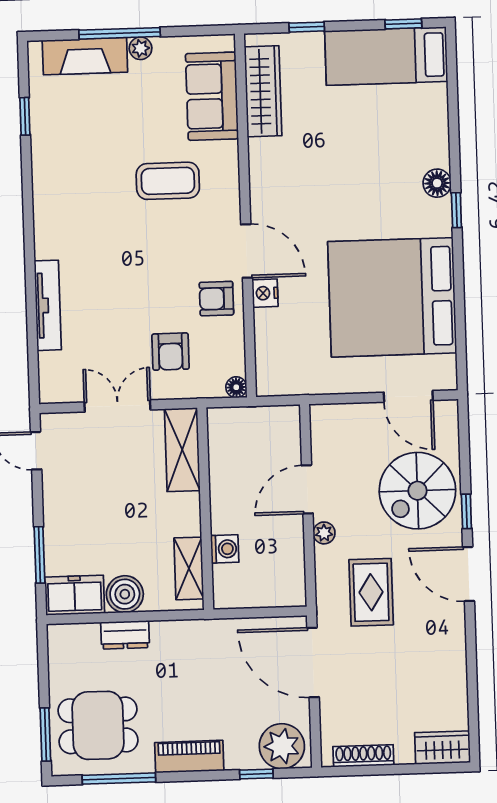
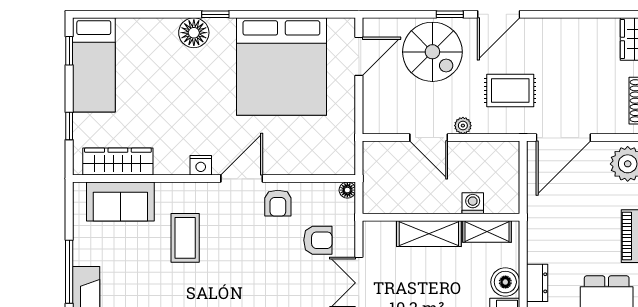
plant: (141, 48) -> (81, 256), removed
floor lamp: (437, 183) -> (194, 33), width x1.38, depth x1.38
nightstand: (265, 293) -> (201, 165), moved
shelving: (182, 450) -> (429, 234), moved

